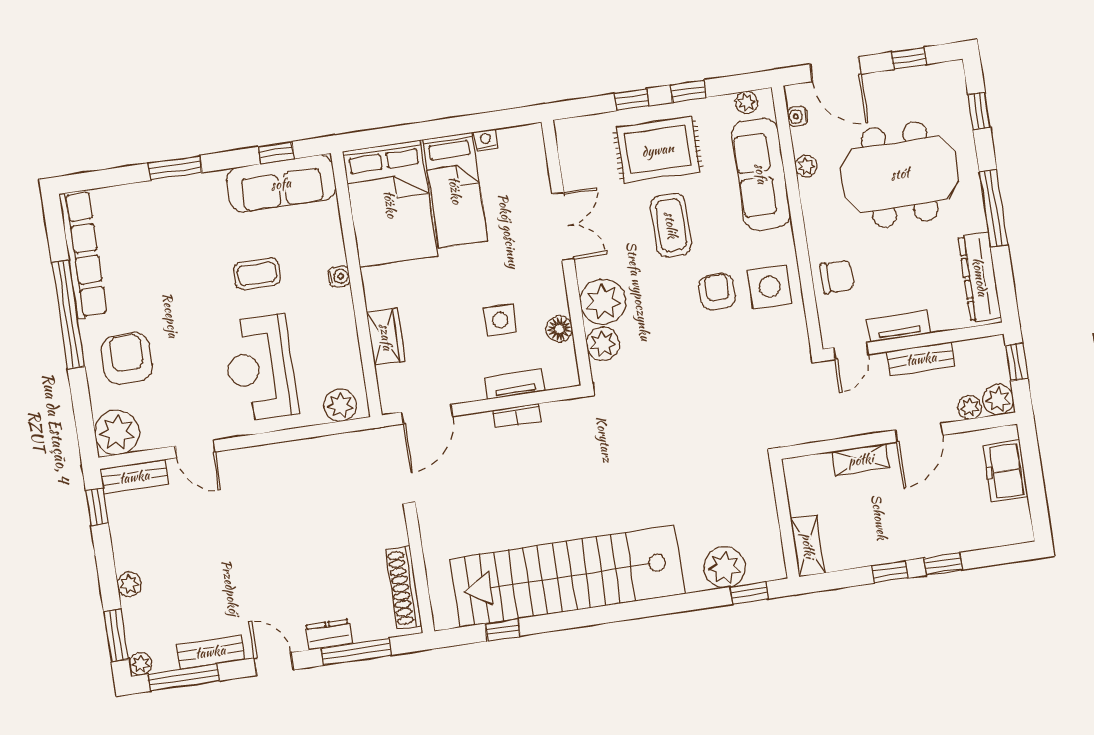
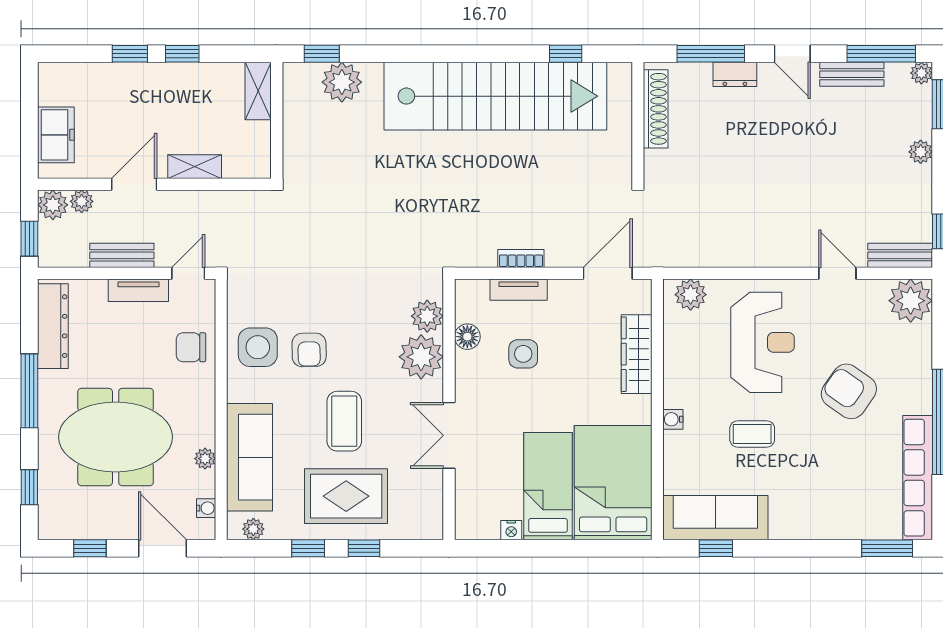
window: (175, 168) -> (887, 548), moved
wardrobe: (386, 337) -> (637, 354), width x1.50
armchair: (127, 358) -> (849, 391), moved, turned 125

